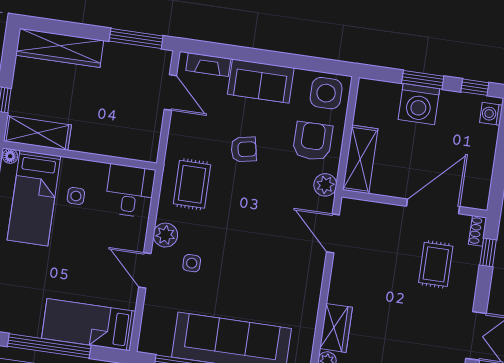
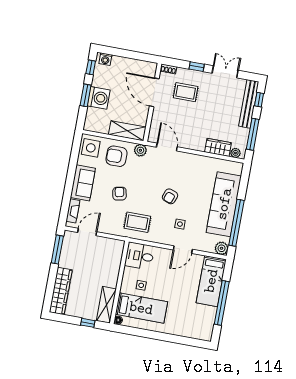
door: (333, 233) -> (167, 147), swing flipped
plant: (165, 235) -> (222, 248), moved
armchair: (242, 243) -> (170, 196), added
window: (488, 252) -> (197, 67), moved

